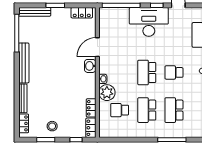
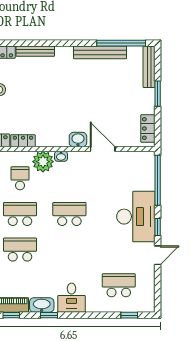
bench: (24, 63) -> (100, 52), moved
school desk: (174, 72) -> (69, 250), removed

